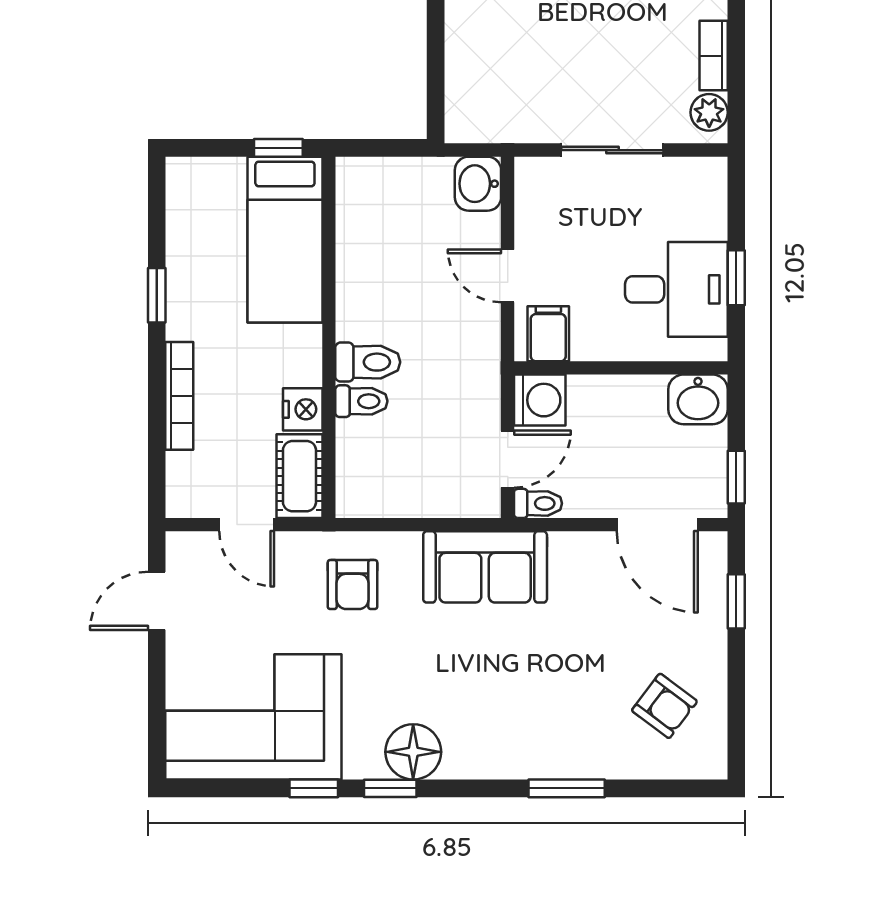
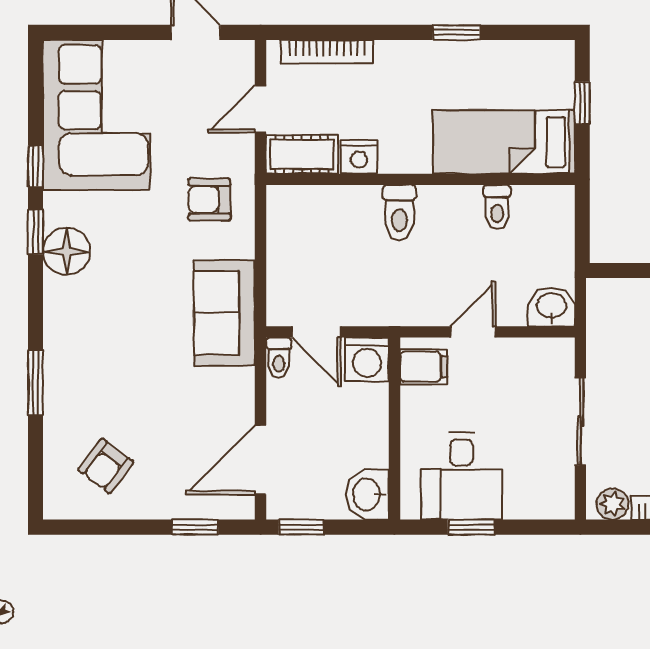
window: (278, 148) -> (582, 103), moved
bookcase: (179, 396) -> (327, 52), moved
toilet: (361, 401) -> (497, 207), moved

